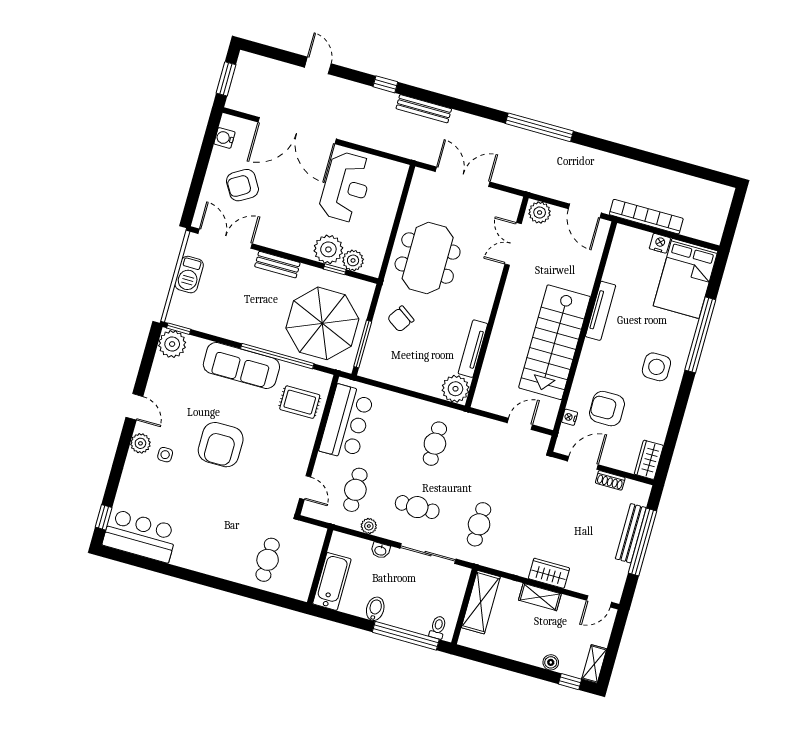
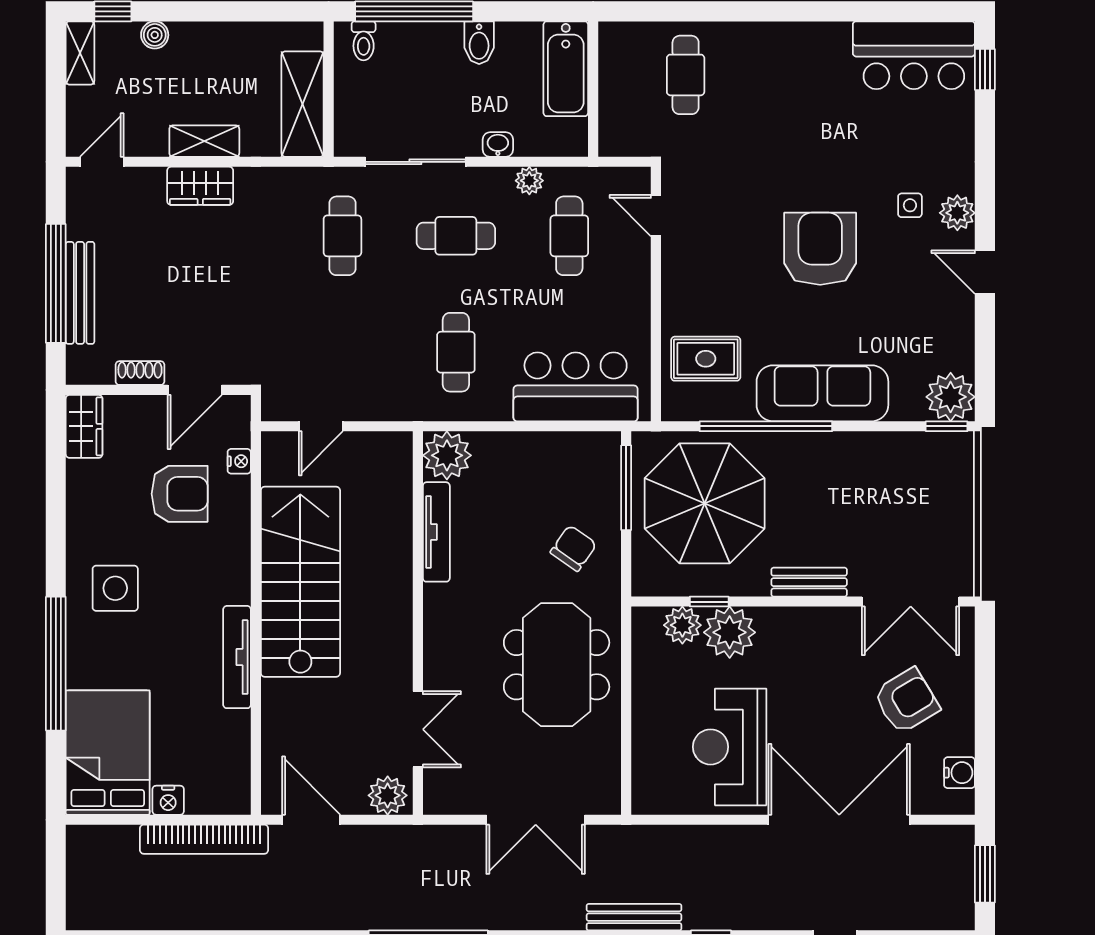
barbecue: (189, 275) -> (955, 523), removed
bar counter: (347, 422) -> (576, 387), moved, turned 90

